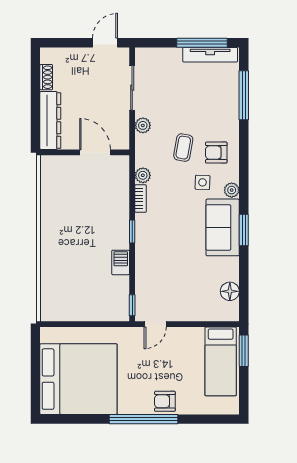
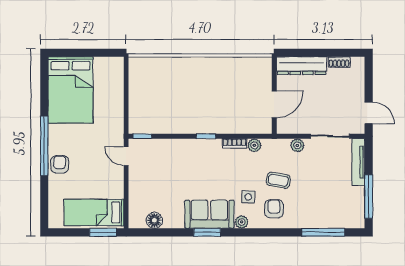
tv unit: (210, 55) -> (358, 162), moved
barbecue: (121, 262) -> (179, 126), removed
bed: (78, 379) -> (71, 90), width x0.73

